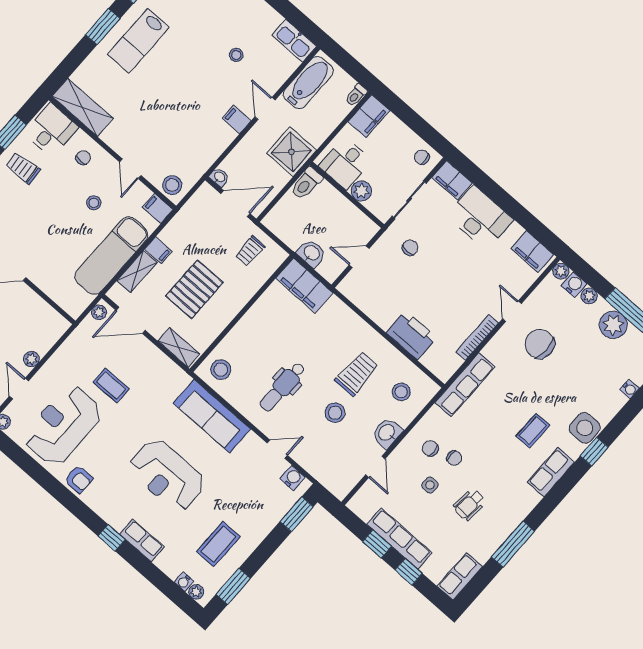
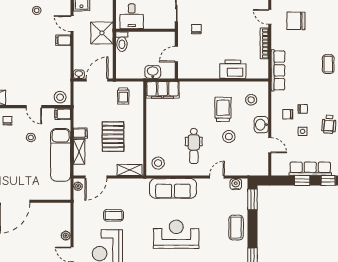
plant: (361, 191) -> (151, 23), removed
reception desk: (167, 475) -> (176, 234), turned 180
coffee table: (218, 544) -> (236, 228), moved

